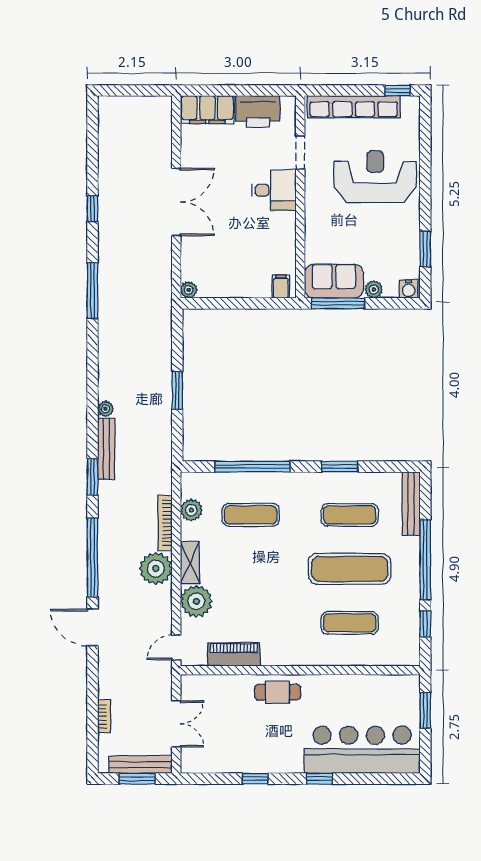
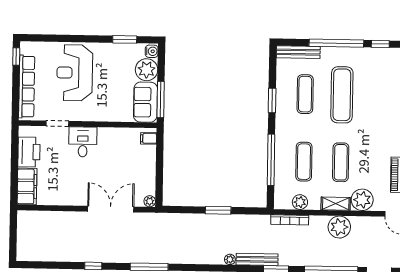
double door: (176, 202) -> (111, 209), moved
plant: (374, 289) -> (147, 70), width x1.88, depth x1.88
bookcase: (165, 523) -> (290, 220), moved
exercise mat: (350, 623) -> (341, 162), moved

